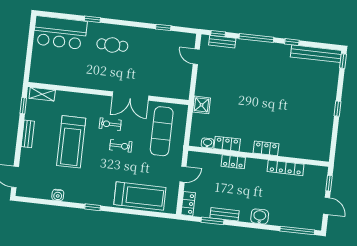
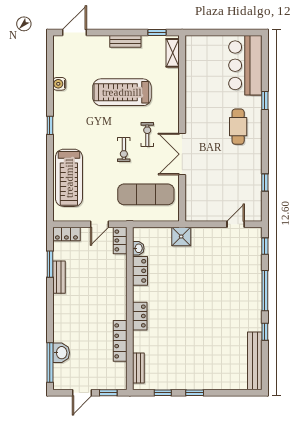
bench: (222, 42) -> (138, 368), moved
window: (343, 61) -> (163, 393), moved
locker: (233, 162) -> (120, 240), moved
door: (183, 174) -> (100, 224), hinge flipped
washbasin: (260, 216) -> (61, 353), moved

